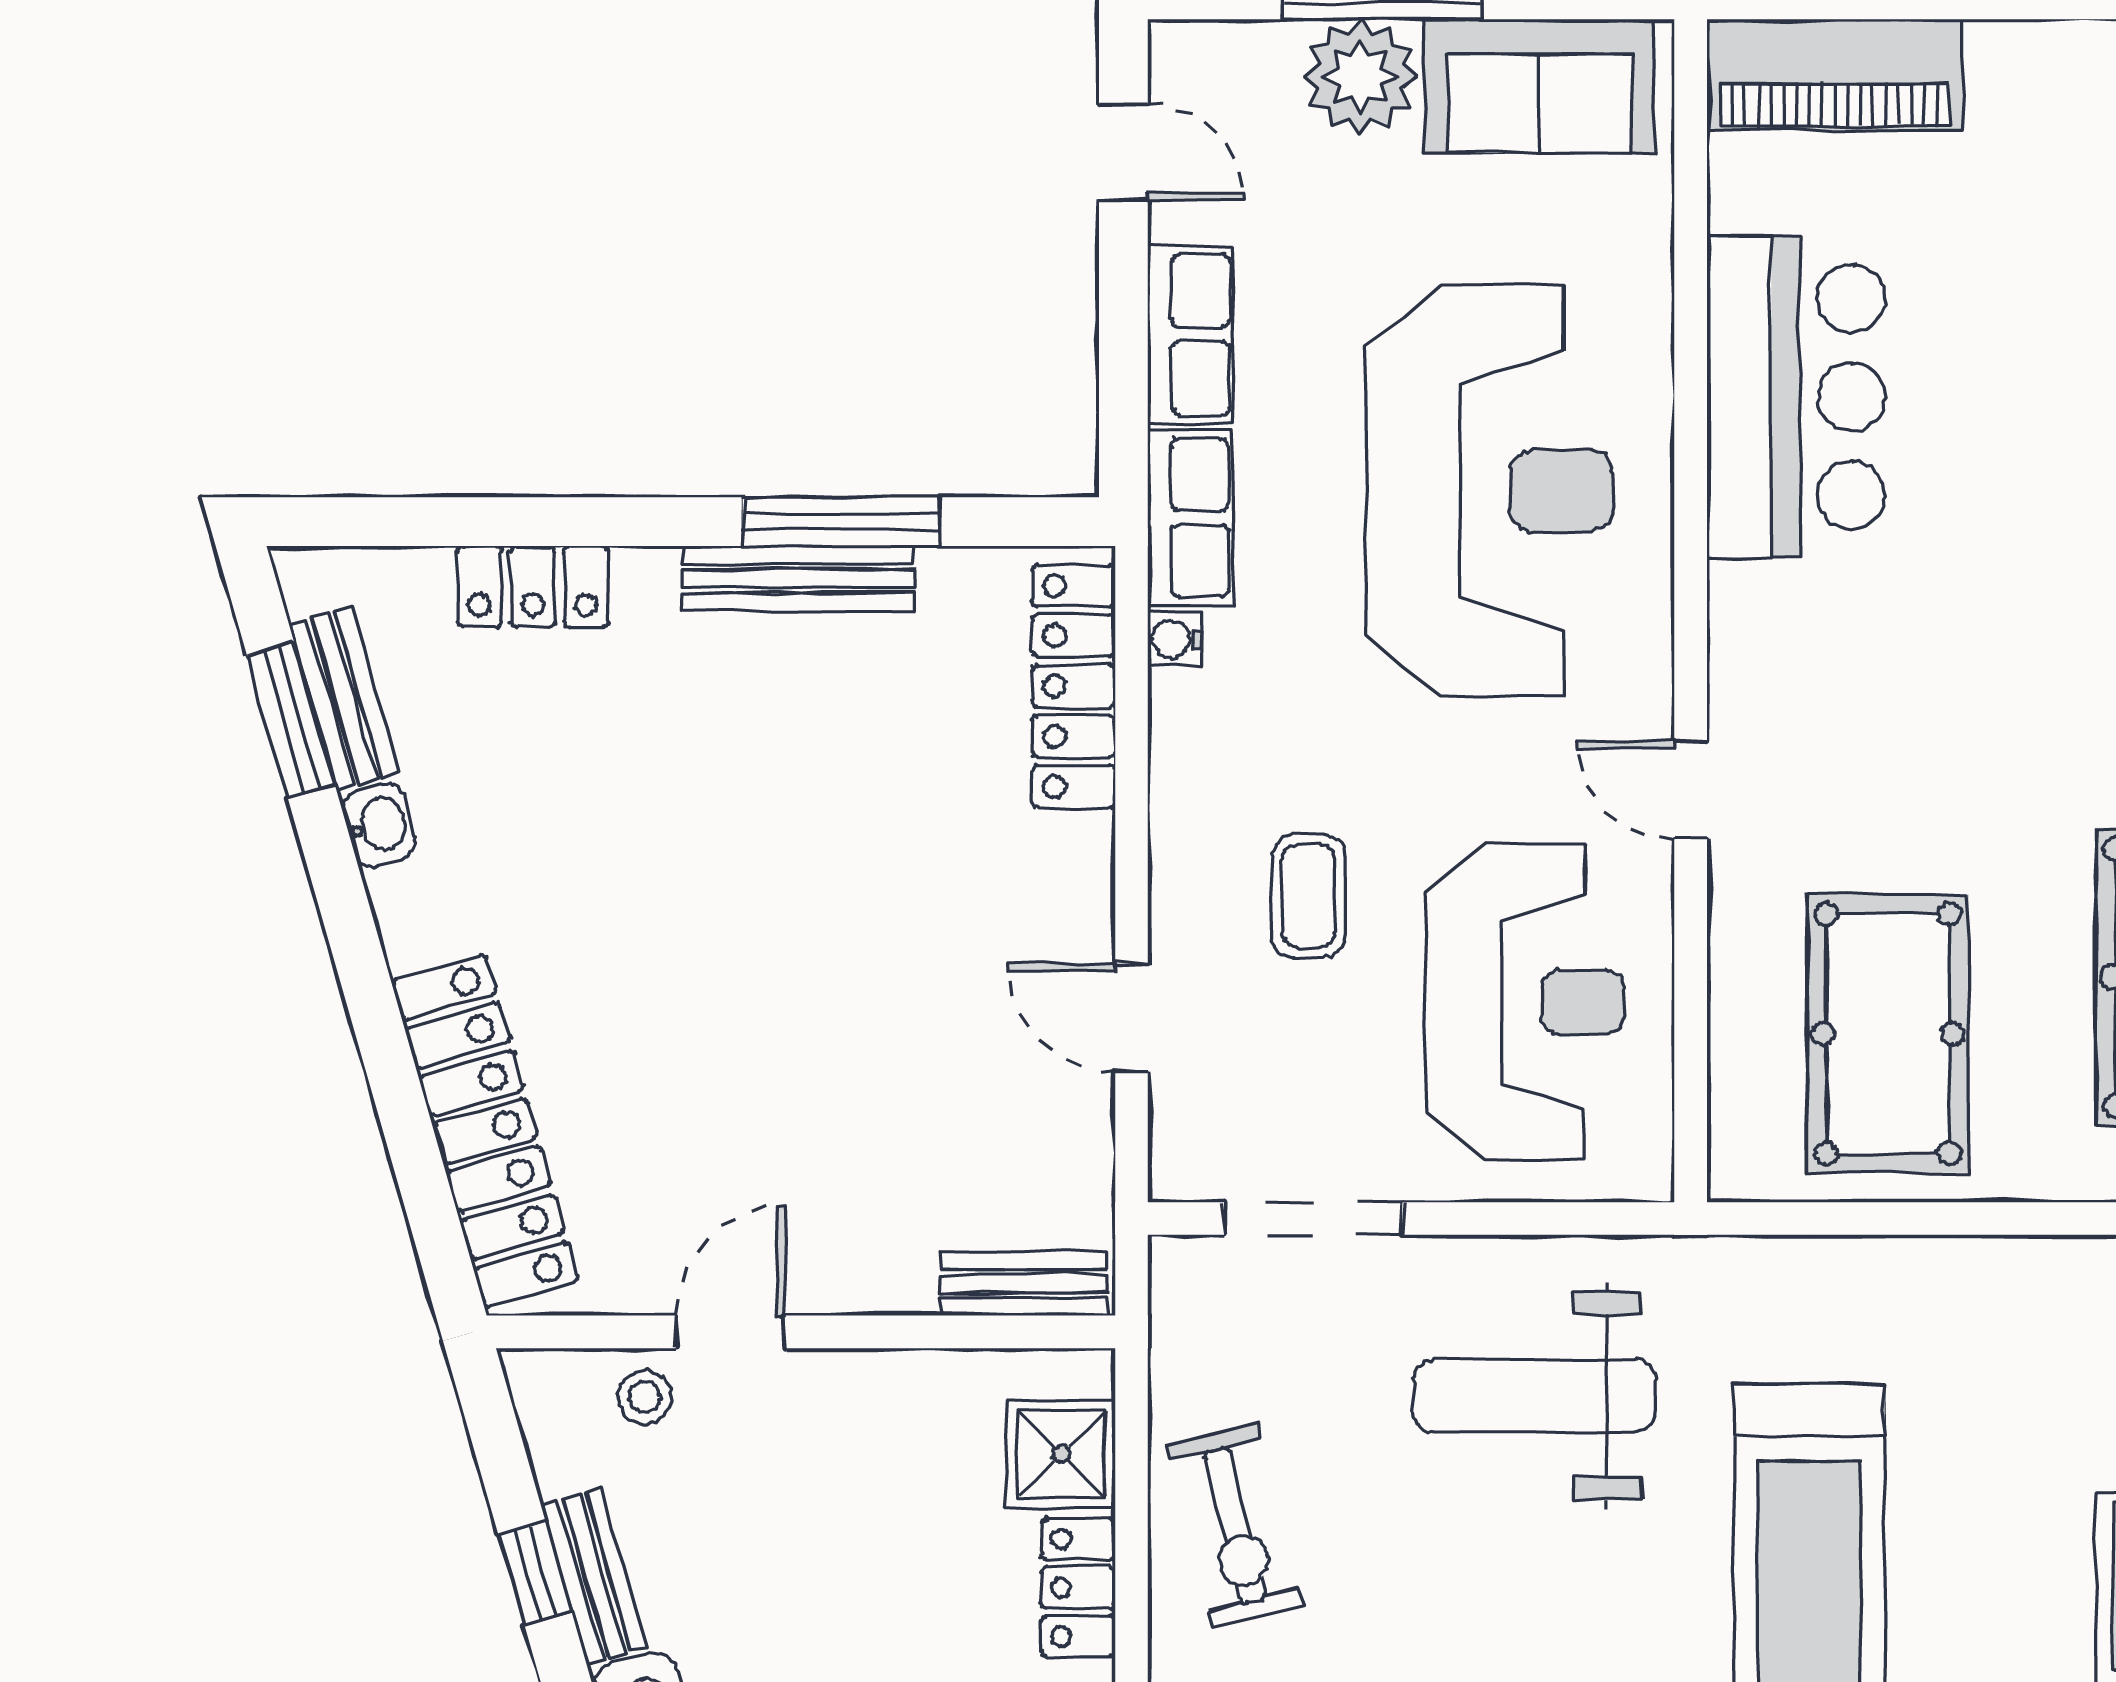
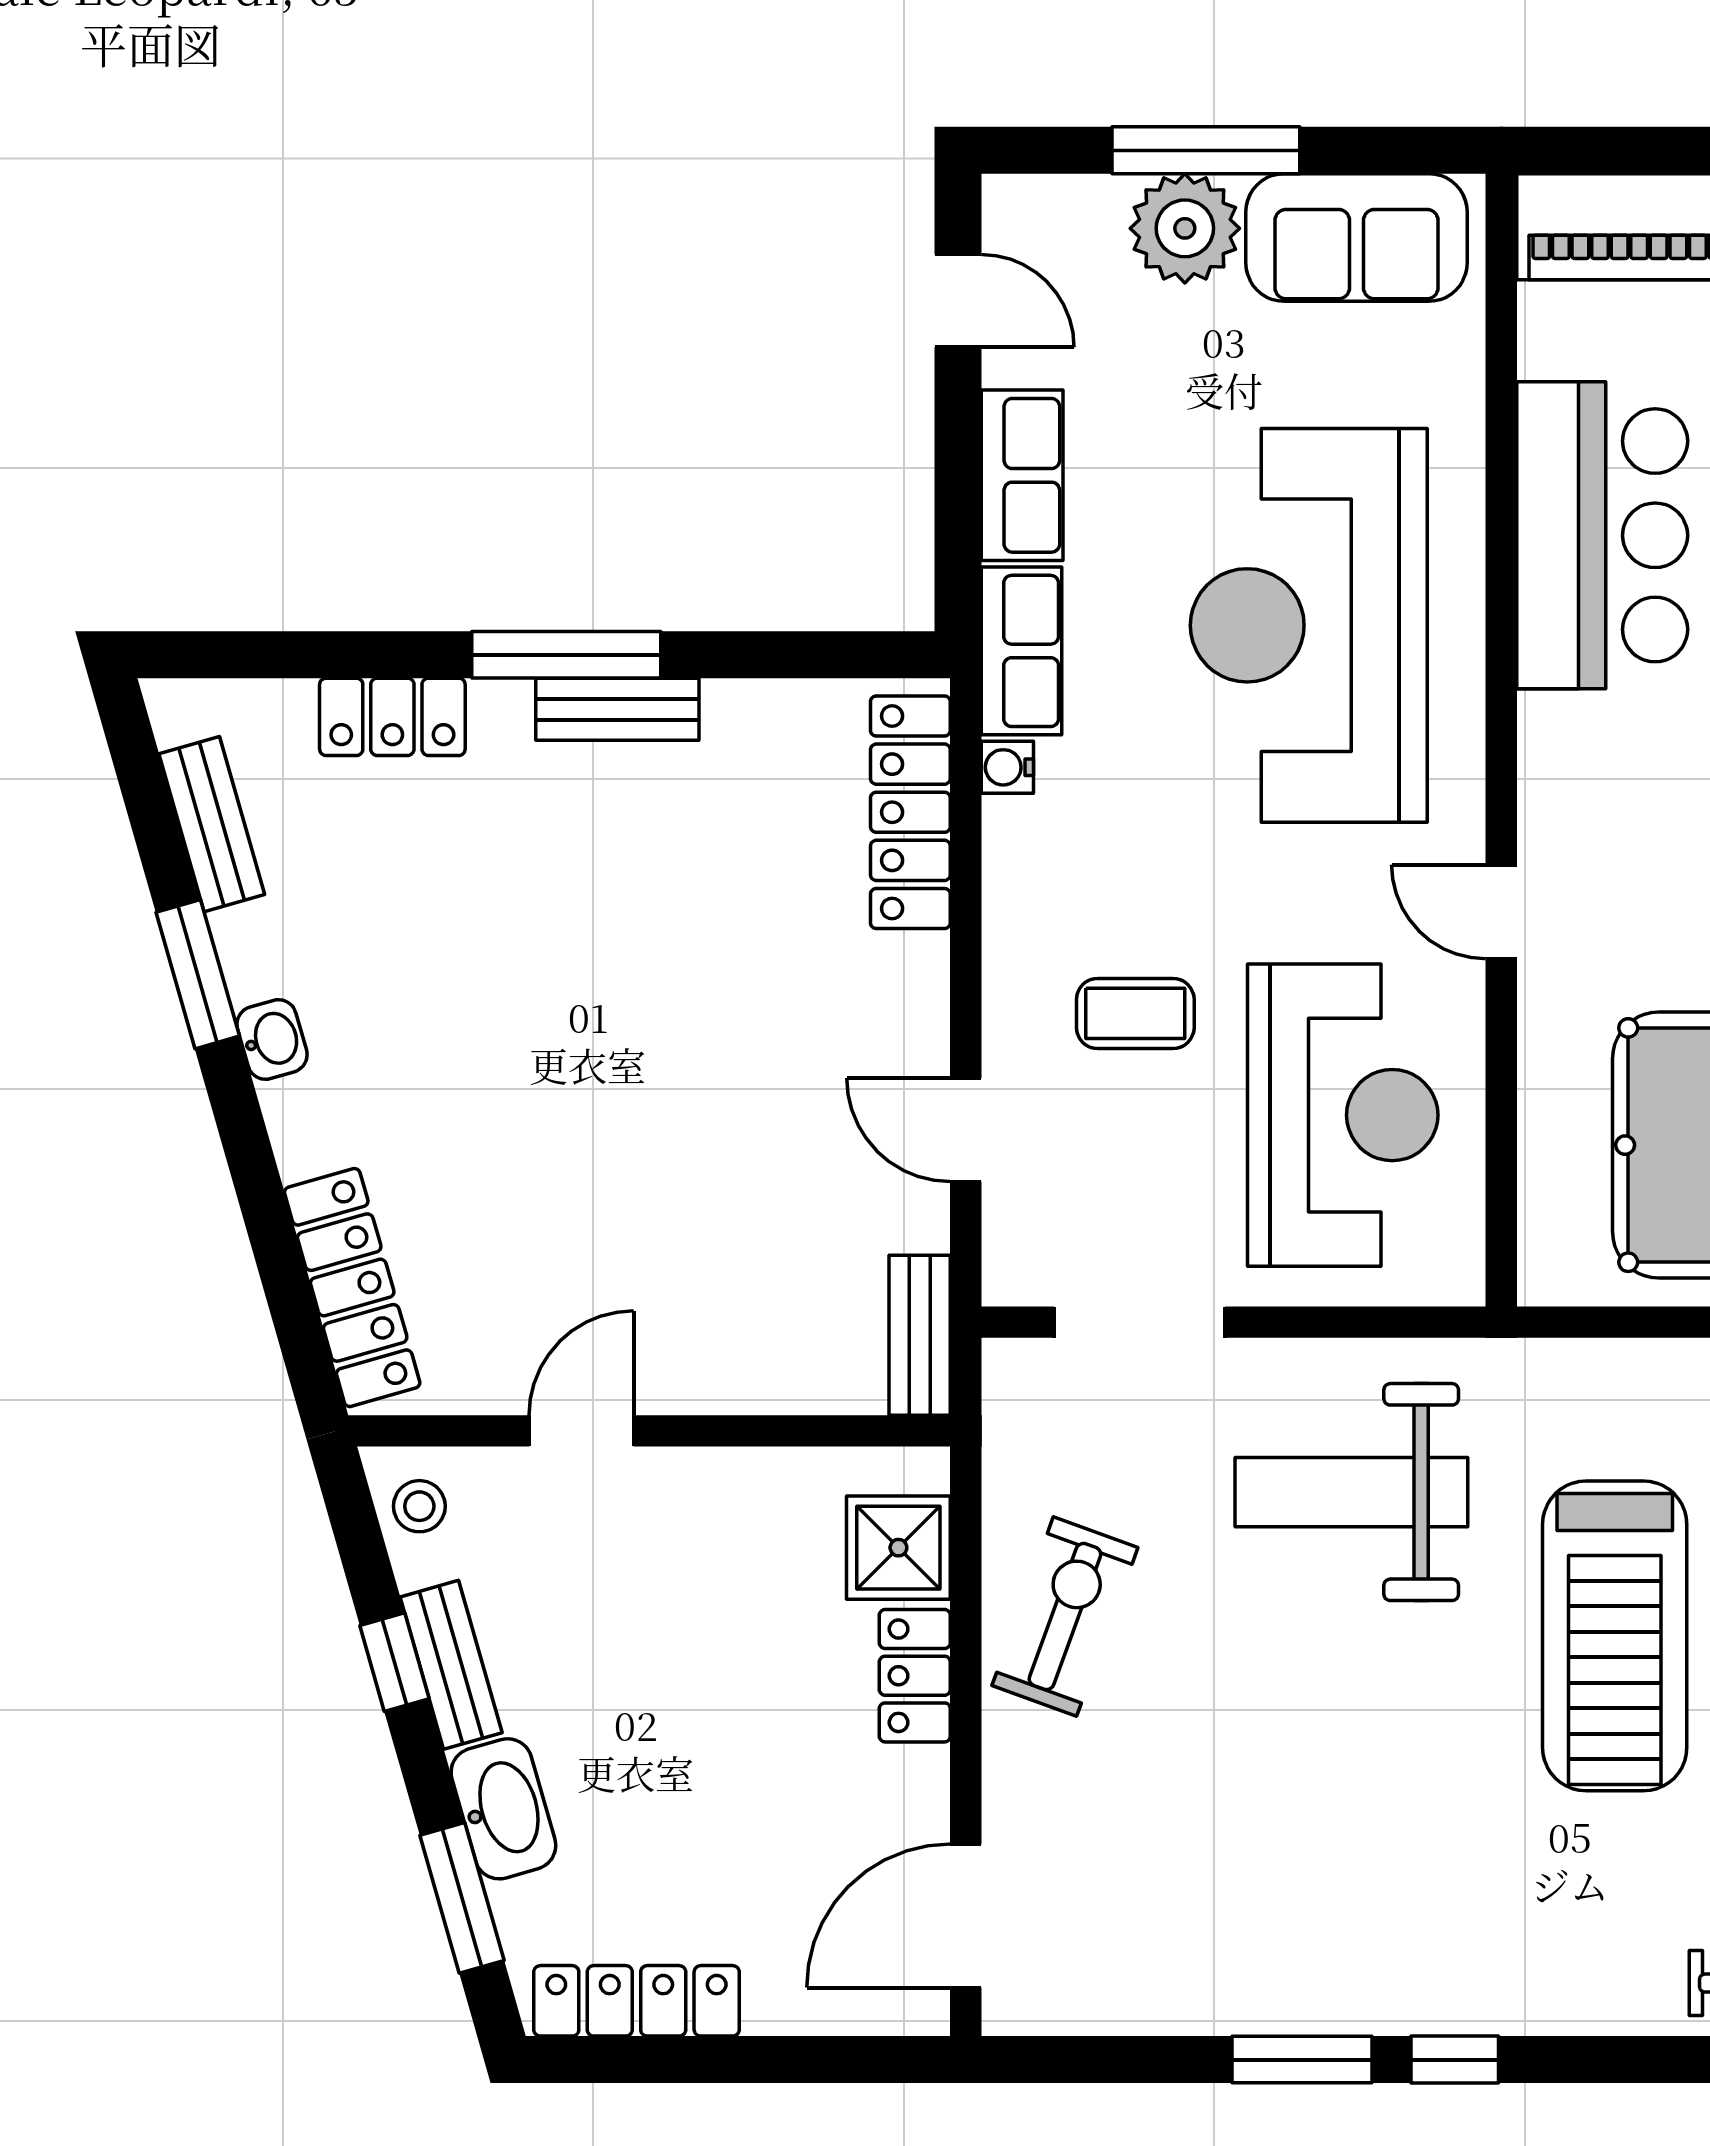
reception desk: (1490, 491) -> (1309, 625), turned 180
window: (841, 522) -> (566, 655), moved
bench: (799, 578) -> (617, 709), width x0.73
window: (291, 720) -> (198, 974), moved
washbasin: (379, 825) -> (272, 1039), moved
coffee table: (1308, 896) -> (1135, 1013), turned 90
locker: (485, 1131) -> (352, 1288), width x0.71, depth x0.83
bench: (1024, 1284) -> (920, 1335), moved, turned 90
stool: (645, 1397) -> (419, 1506), moved
exercise bike: (1235, 1526) -> (1065, 1617), turned -146

